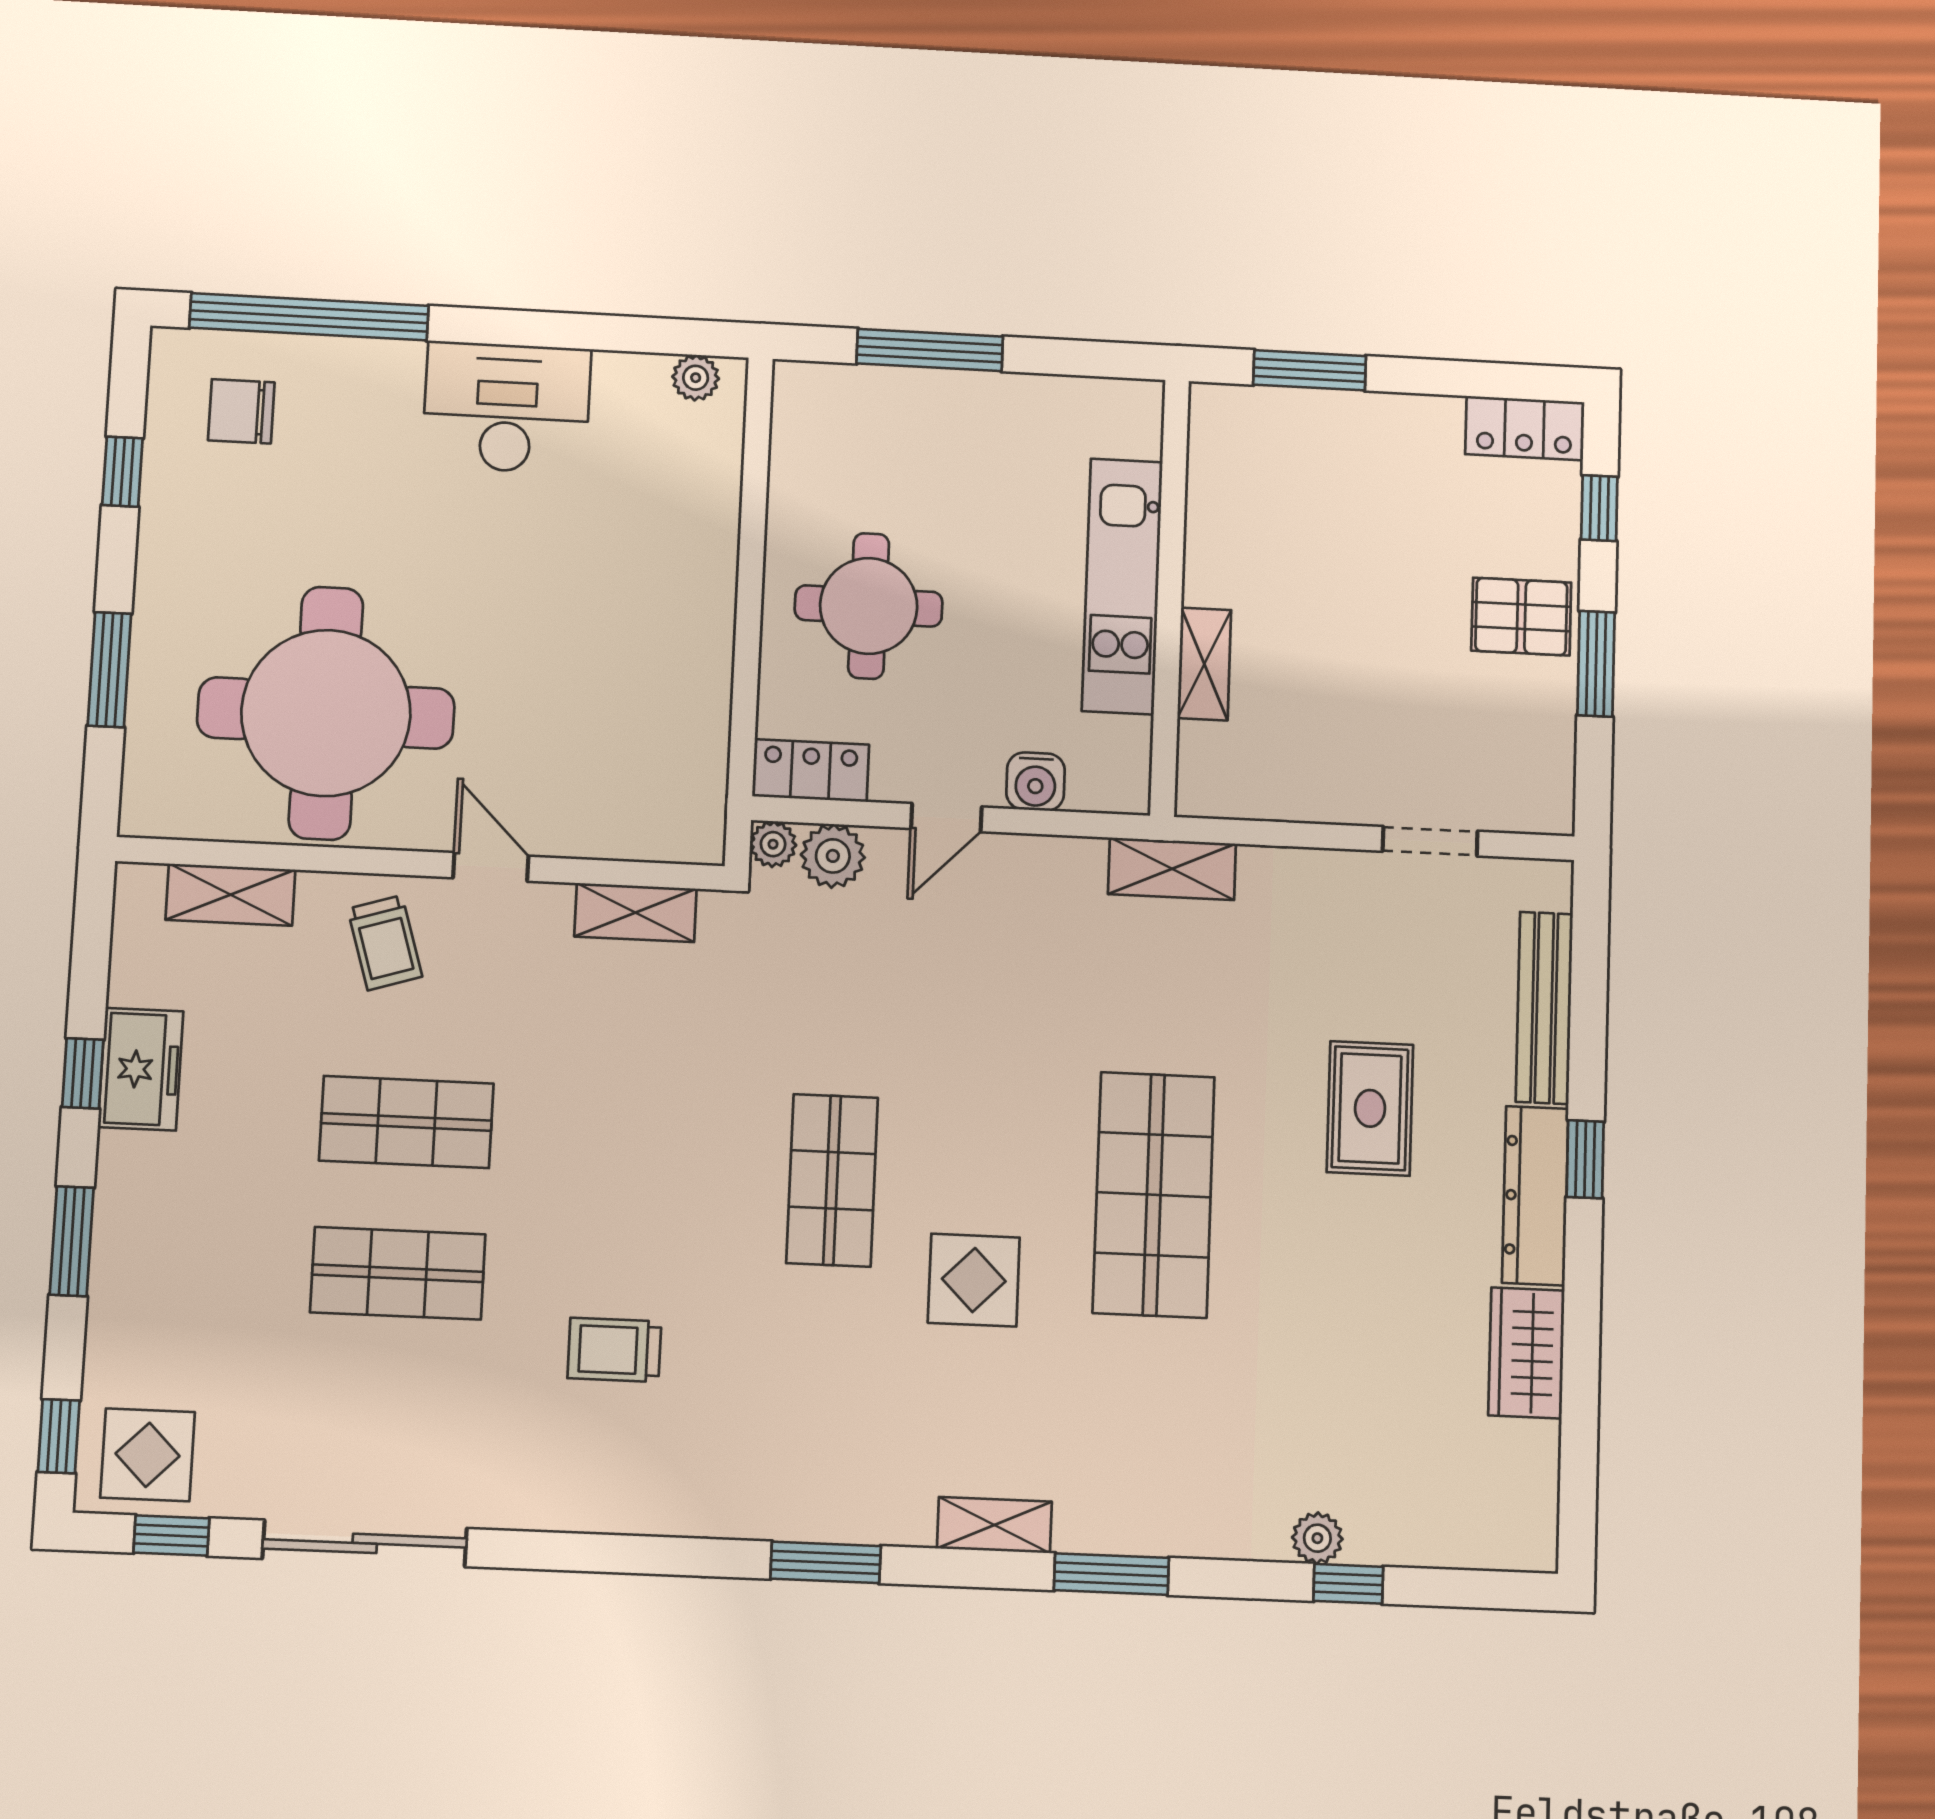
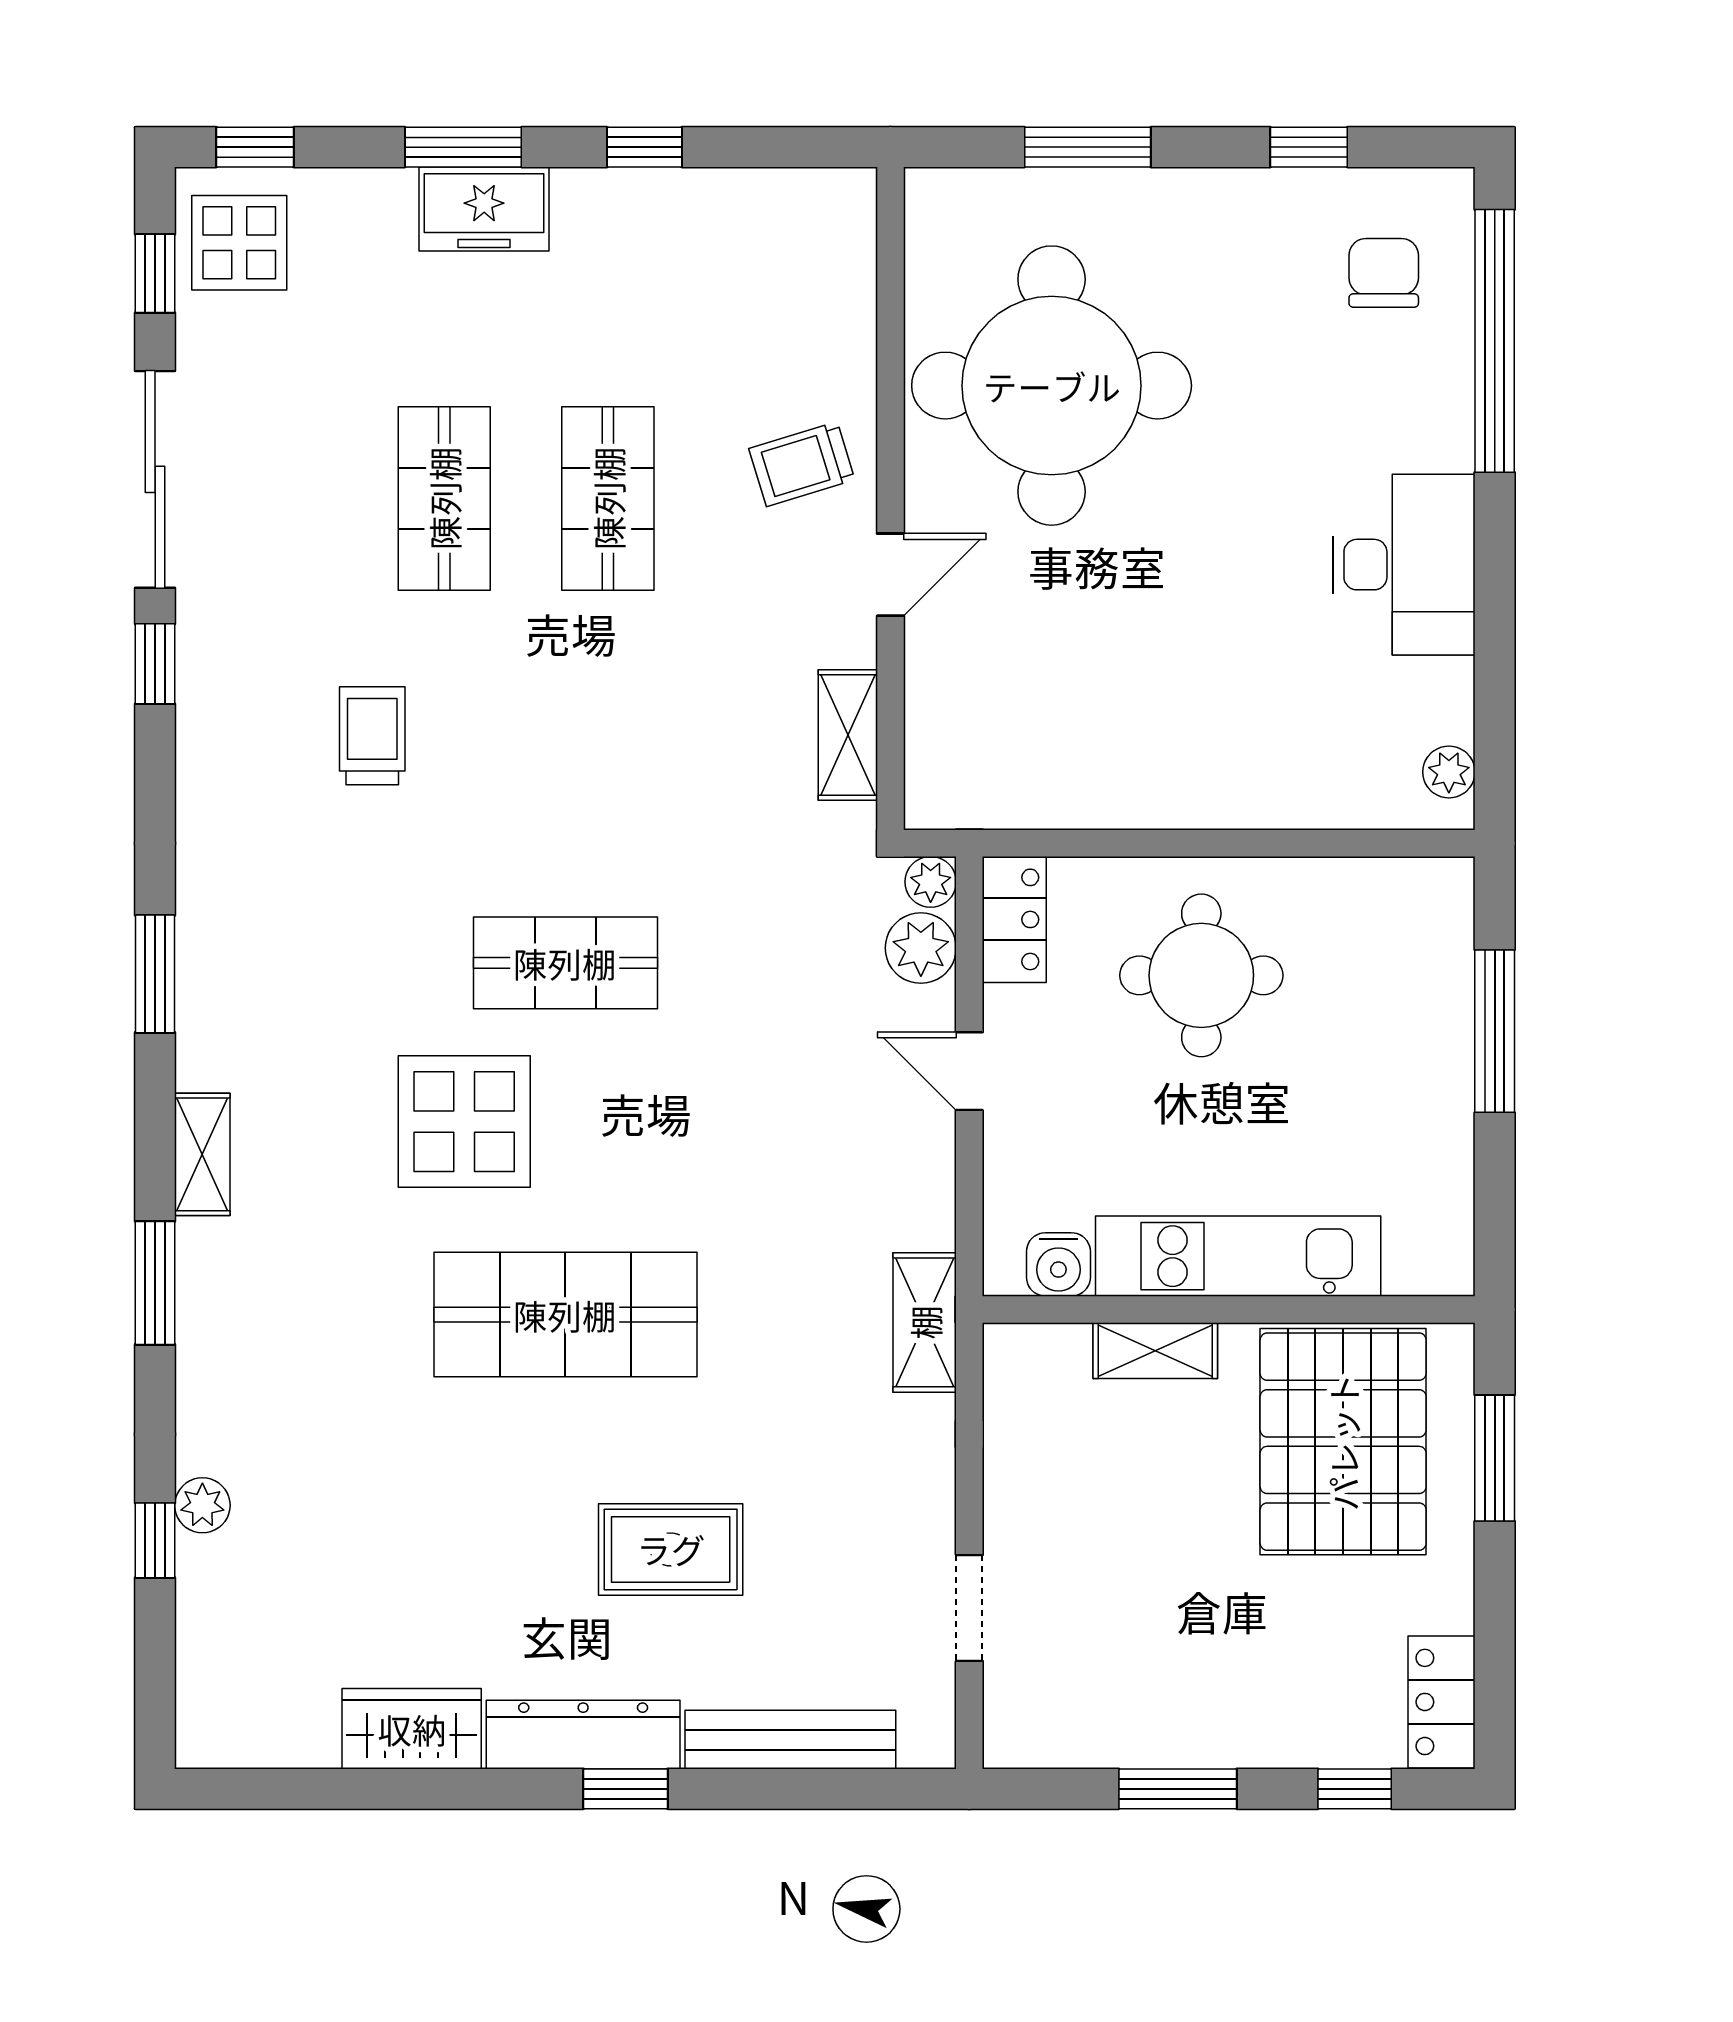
pallet: (1521, 617) -> (1343, 1442), moved, width x2.05, depth x2.00
water cooler: (1036, 782) -> (1058, 1264), moved, turned -90
shelving: (230, 895) -> (846, 294), removed
freezer: (141, 1069) -> (484, 209), moved
display table: (974, 1280) -> (464, 1122), width x1.36, depth x1.36
window: (537, 1550) -> (155, 664), added

